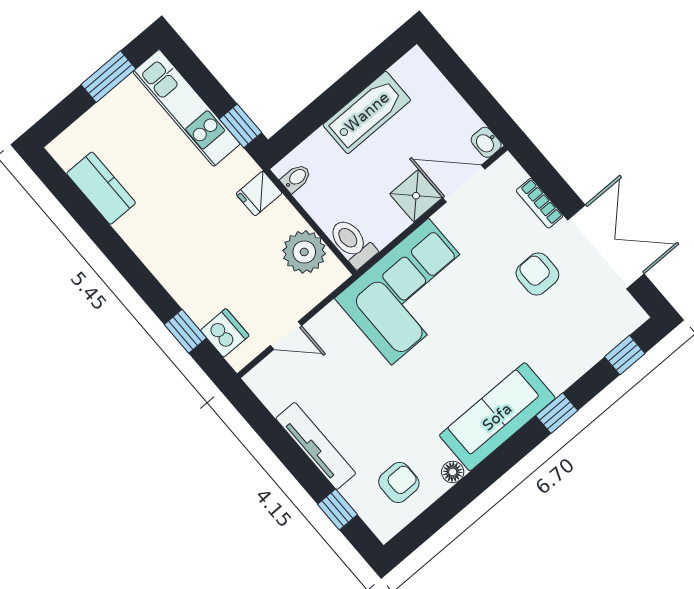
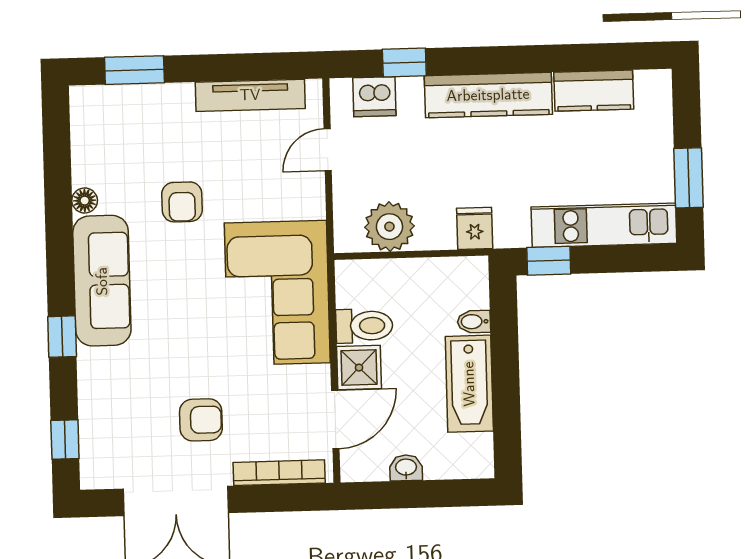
washbasin: (486, 142) -> (406, 468), moved
bidet: (296, 178) -> (474, 322), moved, turned 90
bookcase: (540, 203) -> (279, 473), width x1.56
toilet: (352, 243) -> (364, 326), moved
kitchen counter: (162, 257) -> (488, 95), added
tv unit: (316, 446) -> (250, 95), moved
armchair: (399, 482) -> (182, 202), moved
window: (337, 509) -> (134, 70), width x1.50

